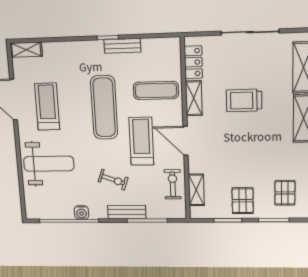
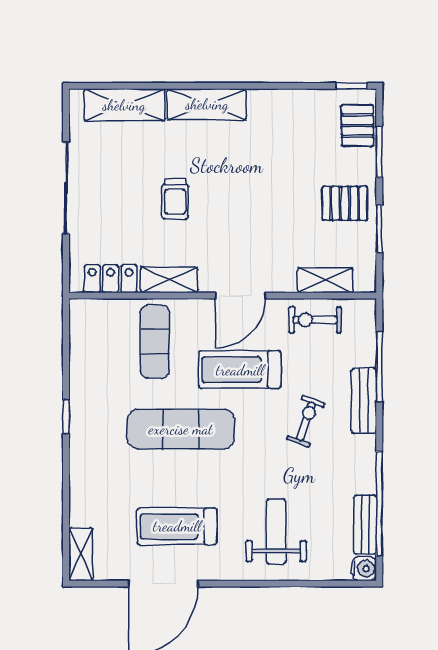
bench: (122, 46) -> (365, 524), moved
trolley: (244, 100) -> (175, 199), width x0.73, depth x0.72
weight bench: (49, 164) -> (276, 531), width x0.73, depth x0.75
pallet: (285, 193) -> (357, 126), moved, turned 90
water cooler: (81, 212) -> (364, 569), moved

